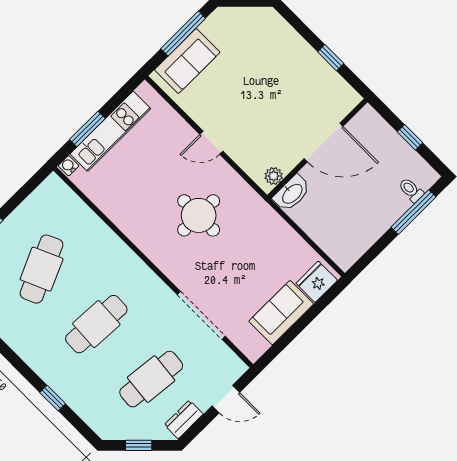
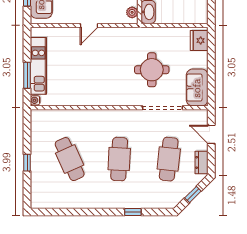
round table: (199, 215) -> (152, 70), moved
sofa: (281, 313) -> (197, 88), moved
door: (226, 399) -> (211, 134), swing flipped

